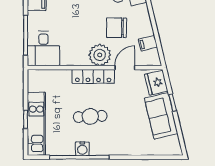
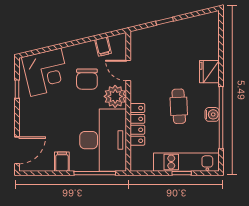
desk: (43, 48) -> (103, 140), width x1.87, depth x1.30
locker: (93, 76) -> (137, 124), moved
fridge: (156, 83) -> (209, 72), moved, turned 103
sofa: (161, 116) -> (178, 33), removed

